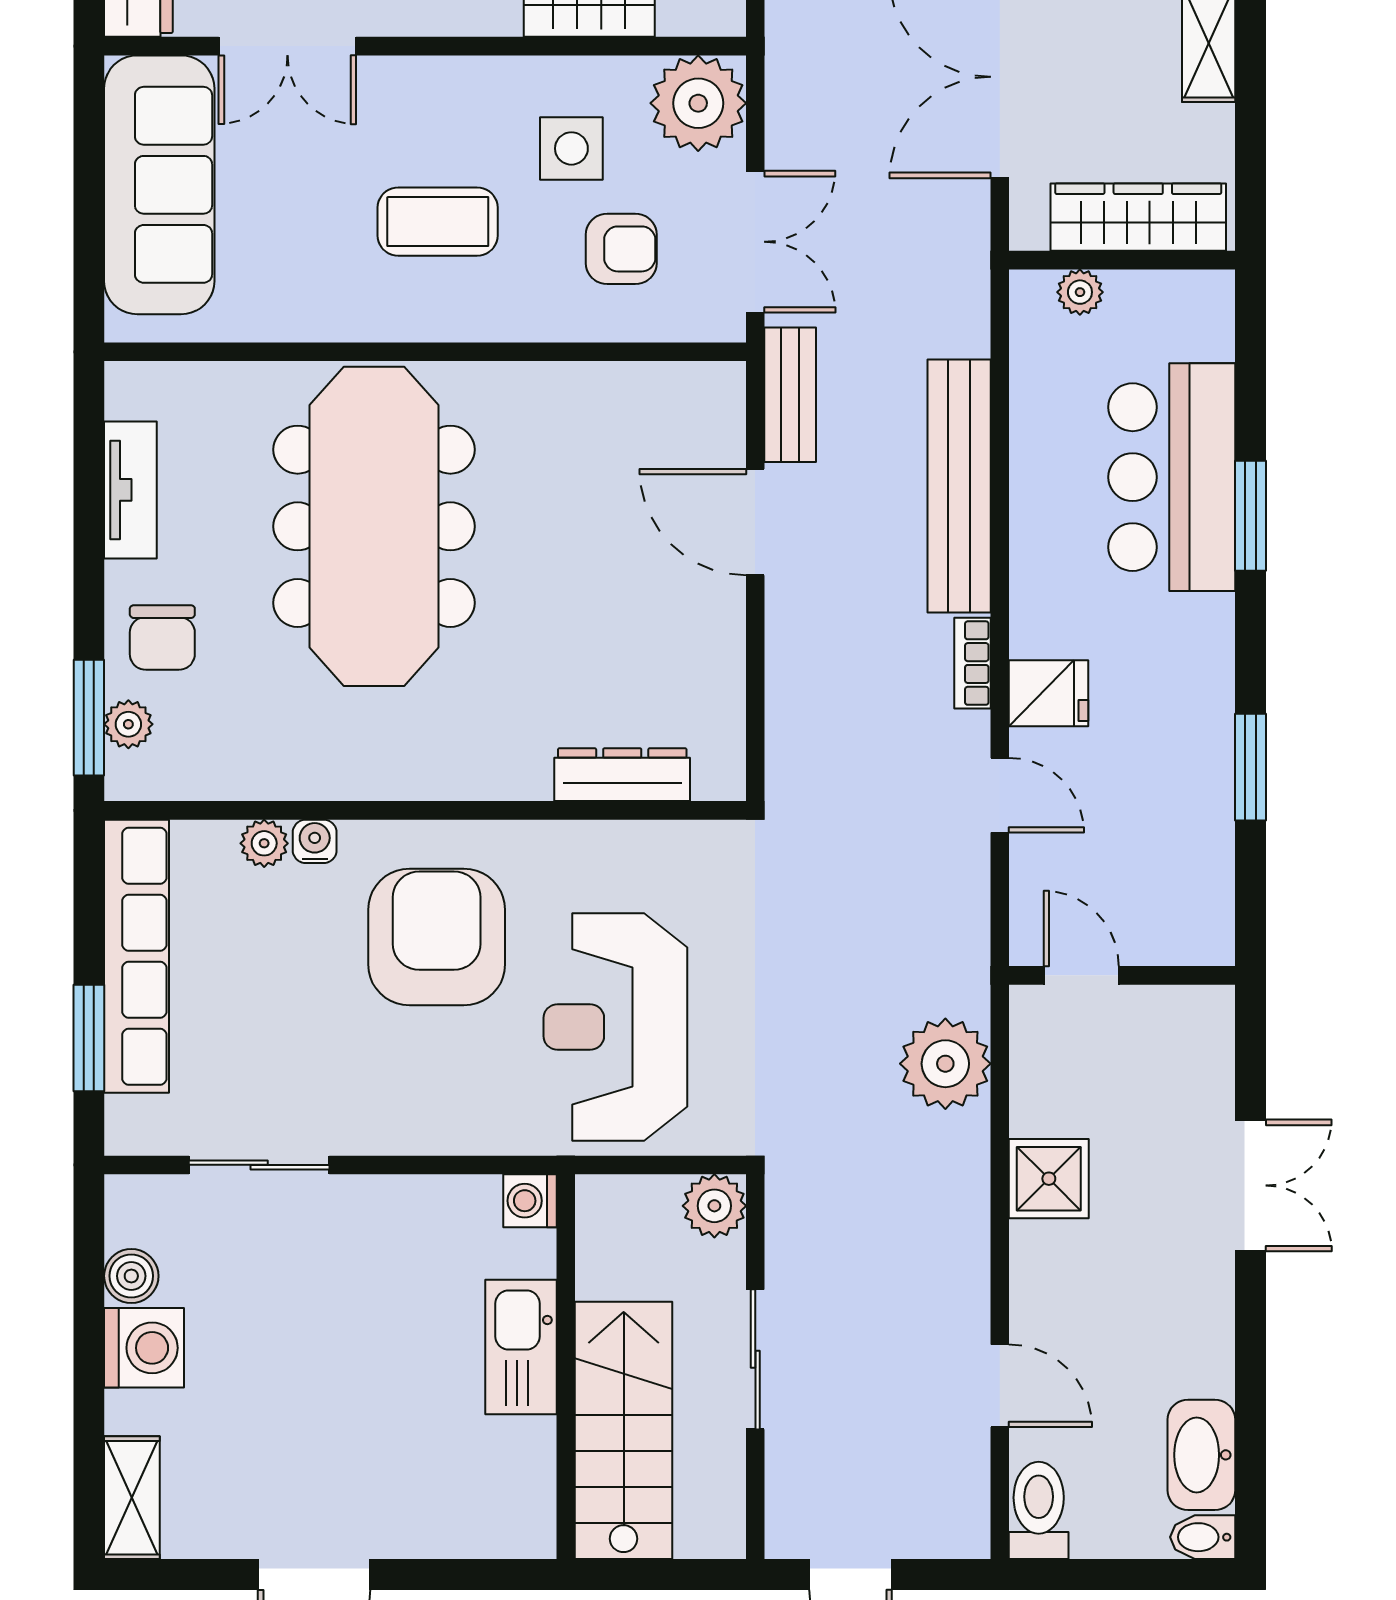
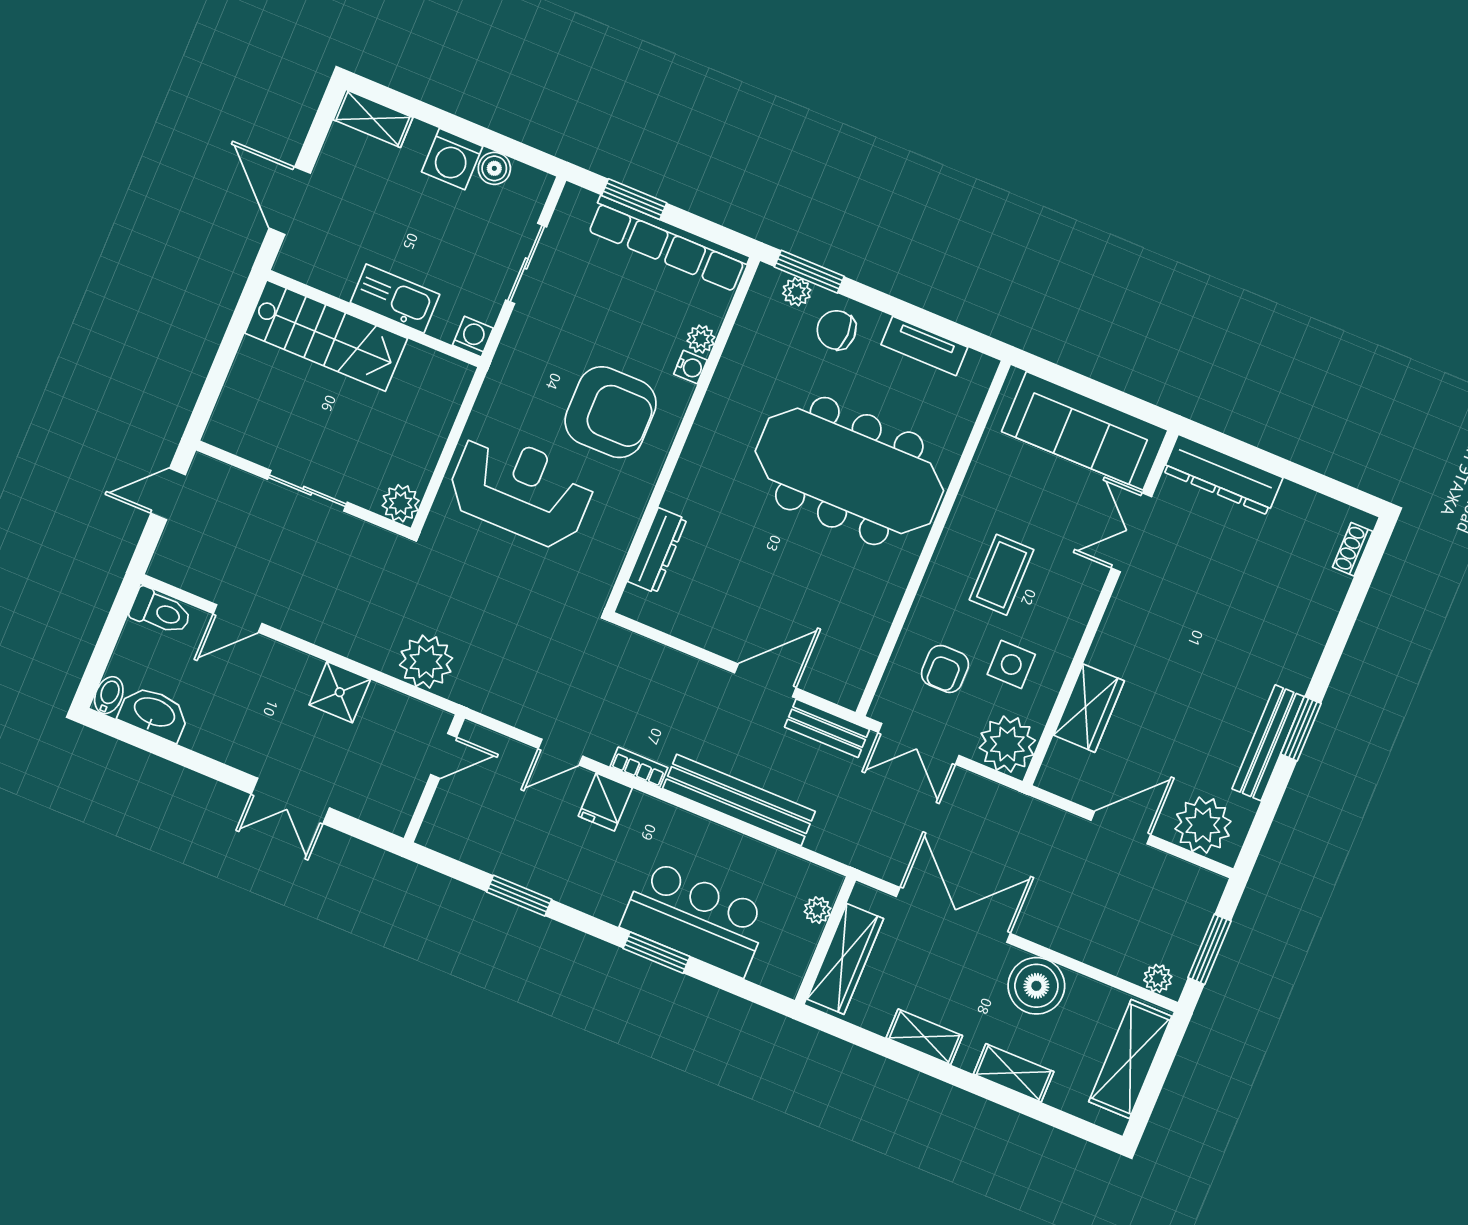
washing machine: (530, 1201) -> (473, 337), moved
kitchen sink: (521, 1347) -> (395, 299), moved
wall: (566, 1367) -> (374, 319), moved
stairs: (624, 1430) -> (326, 336), moved

